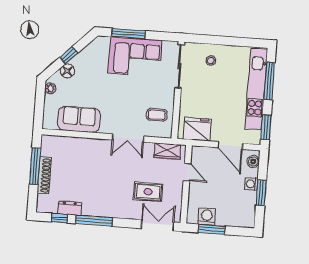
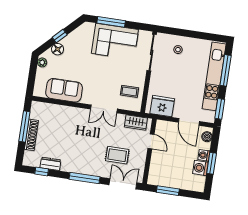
washing machine: (207, 217) -> (200, 168), moved, turned -90
window: (94, 221) -> (85, 178), moved

